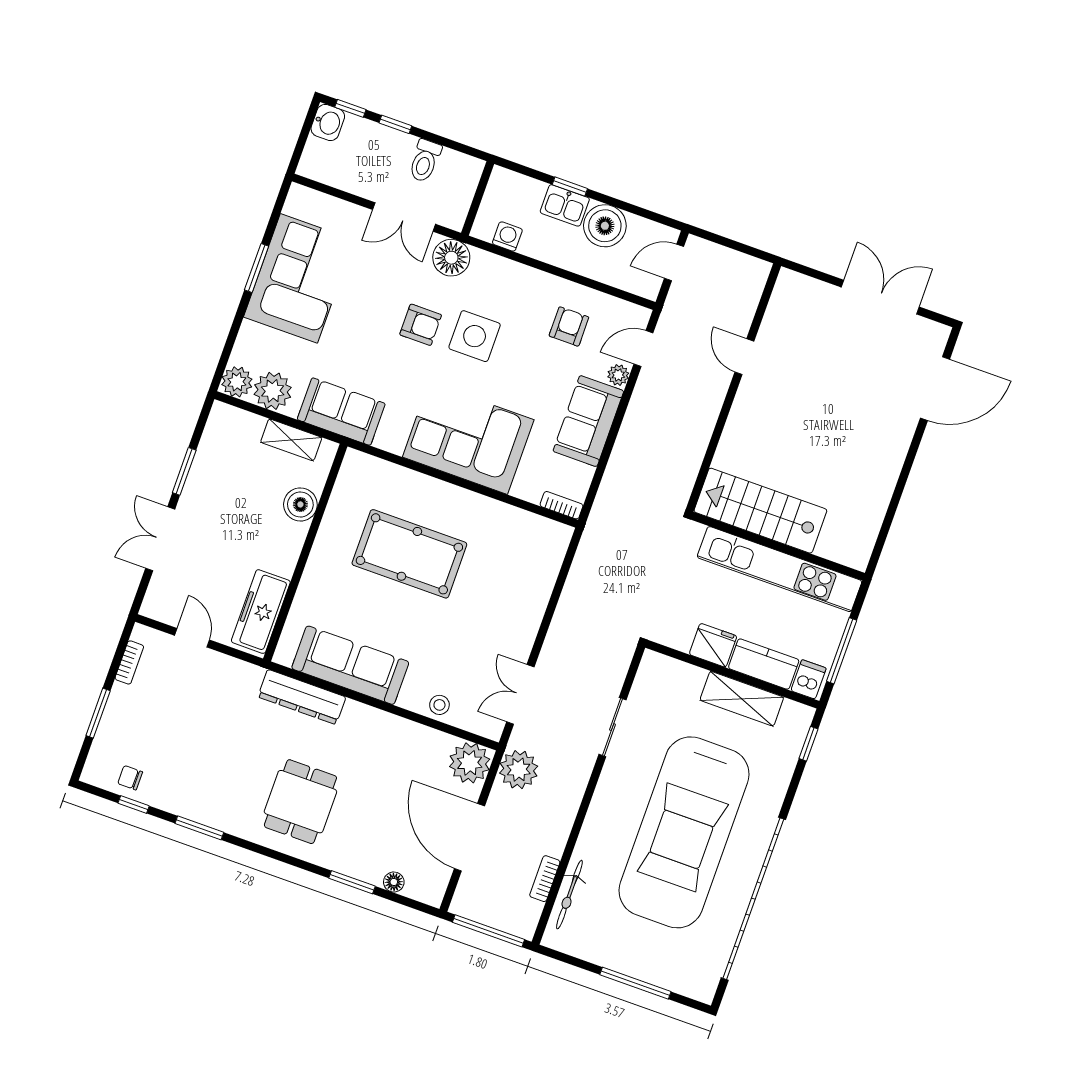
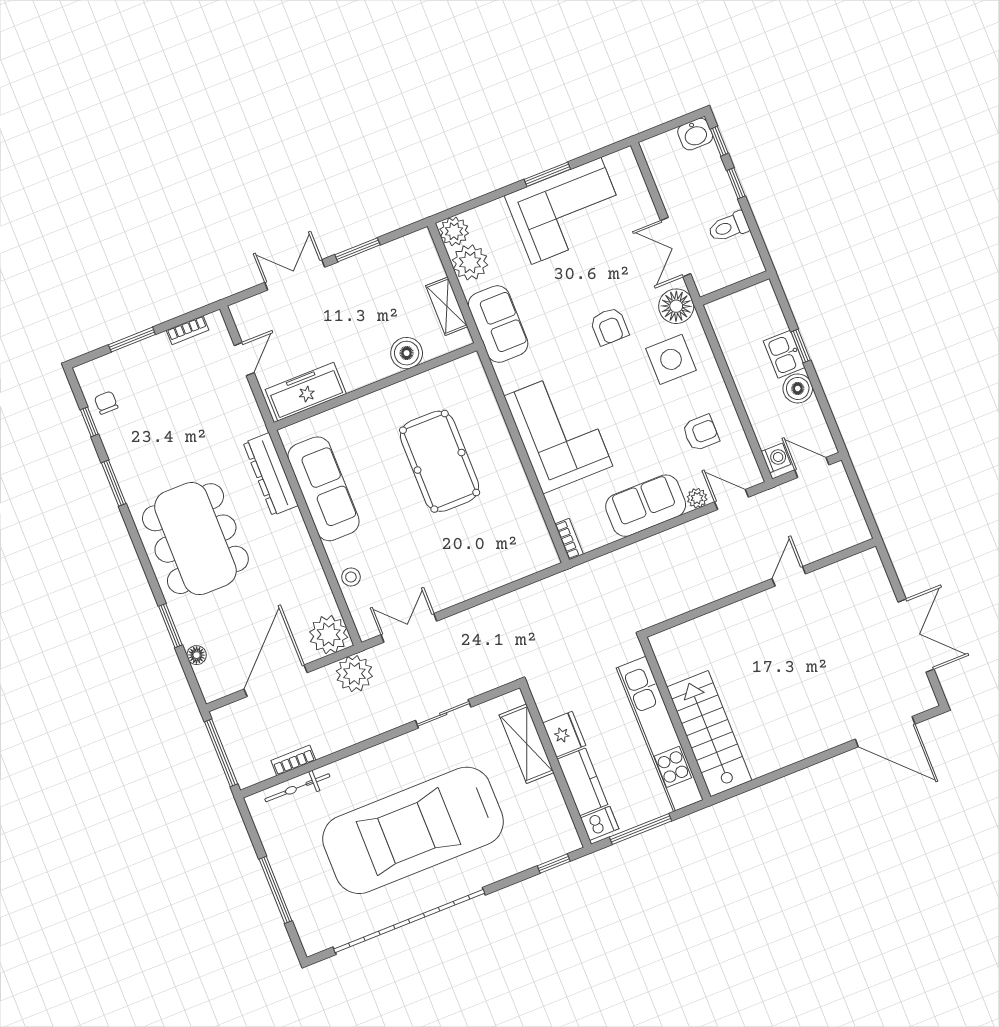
boiler: (605, 226) -> (798, 388), width x0.73, depth x0.73
washing machine: (507, 236) -> (776, 458), moved
side table: (475, 336) -> (671, 359), moved
stairs: (760, 511) -> (709, 734), moved
shelving: (742, 699) -> (527, 744), moved
dining table: (300, 802) -> (195, 539), width x1.88, depth x1.24

